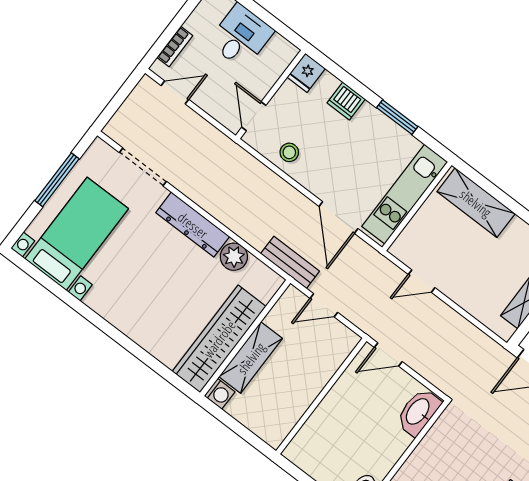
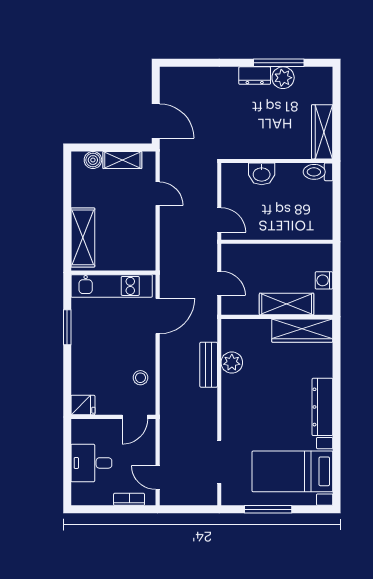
dishwasher: (346, 101) -> (81, 367), removed
dresser: (193, 225) -> (322, 407), moved, turned 180
bench: (290, 262) -> (209, 365), moved
door: (422, 281) -> (158, 194), moved
wardrobe: (219, 339) -> (302, 331), width x0.71, depth x0.85
washing machine: (220, 394) -> (324, 280), moved, turned -90
washbasin: (418, 412) -> (262, 174), moved, width x0.72

